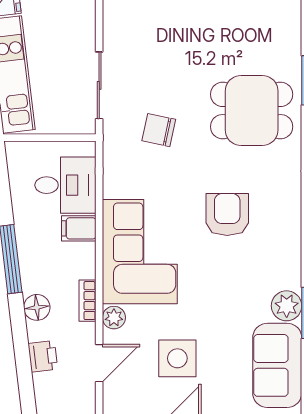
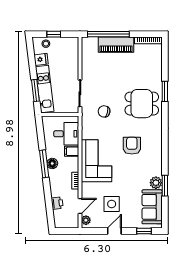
floor lamp: (37, 307) -> (52, 163), moved
plant: (114, 318) -> (86, 220), moved

